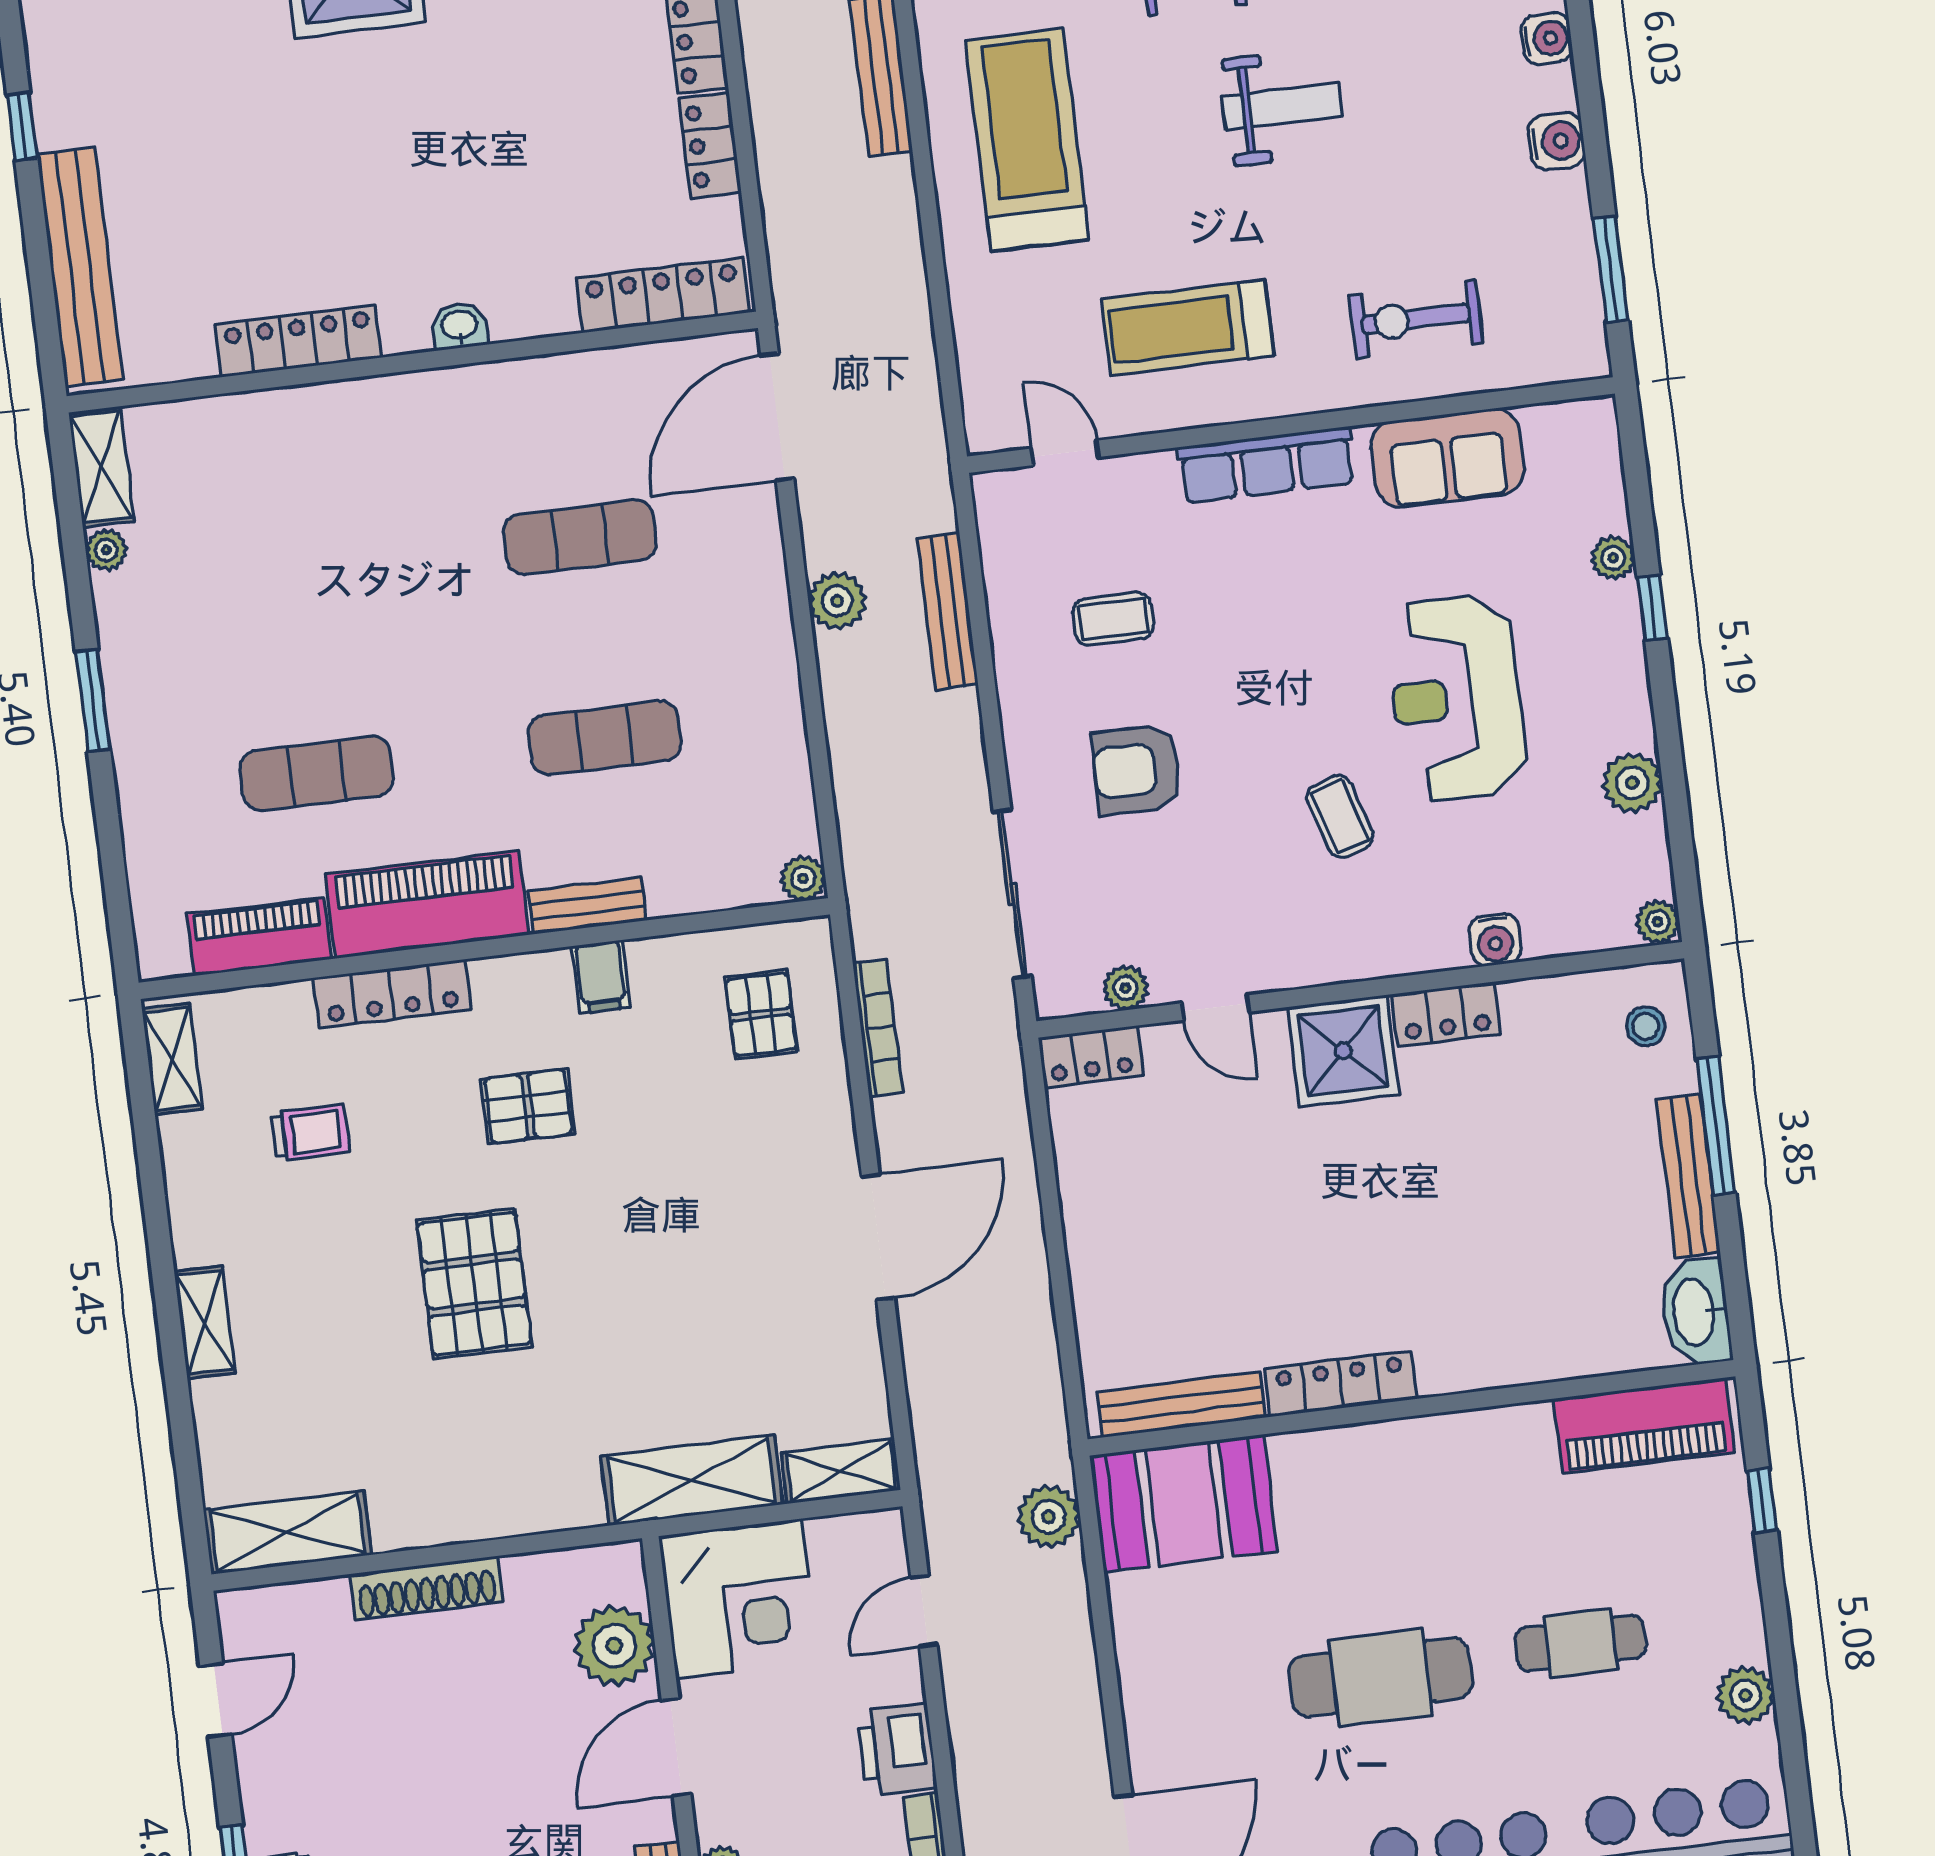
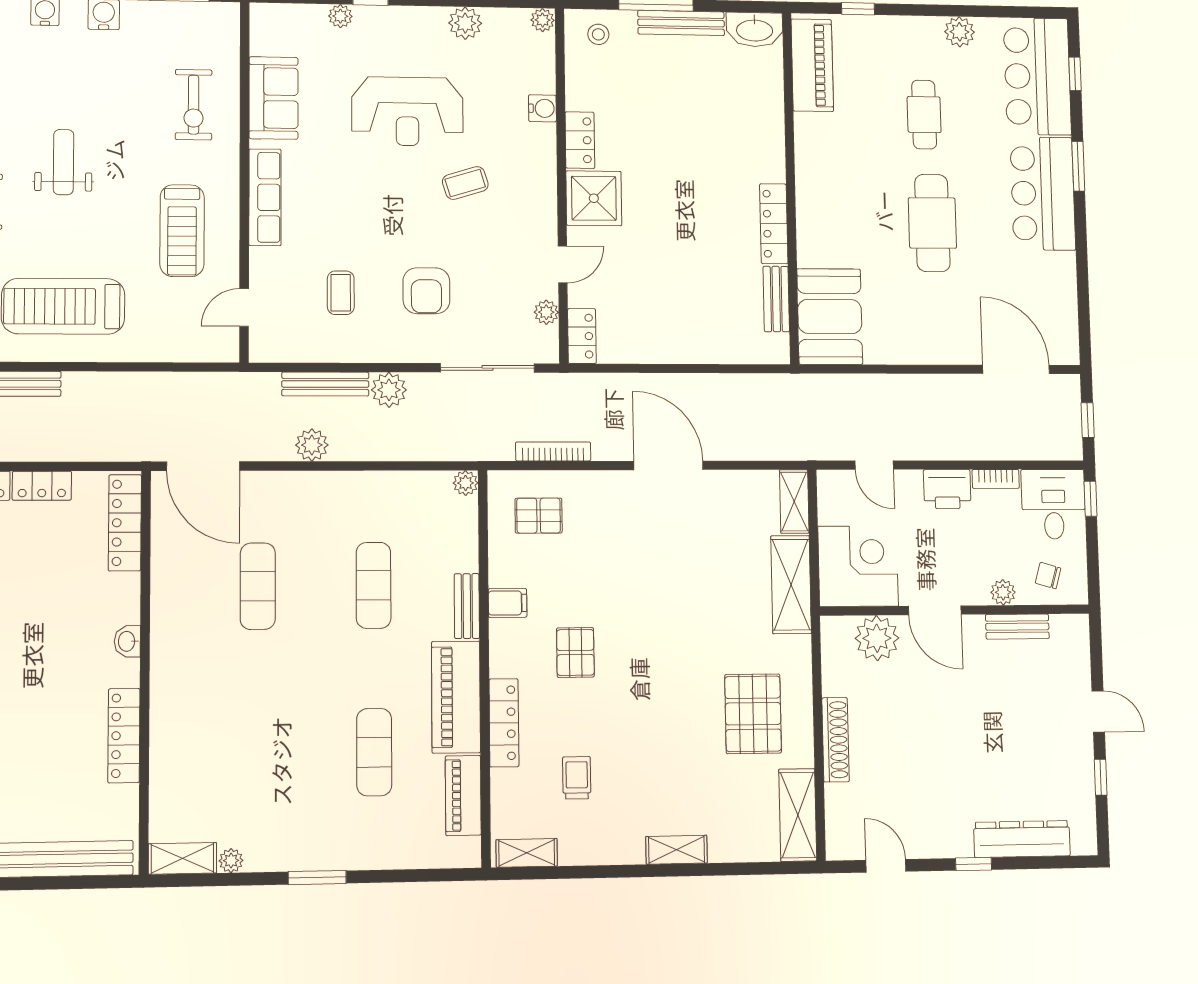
pallet: (474, 1284) -> (753, 714), moved, turned 90
bench: (1181, 1405) -> (776, 299), width x0.73
plant: (1049, 1517) -> (389, 390), moved

